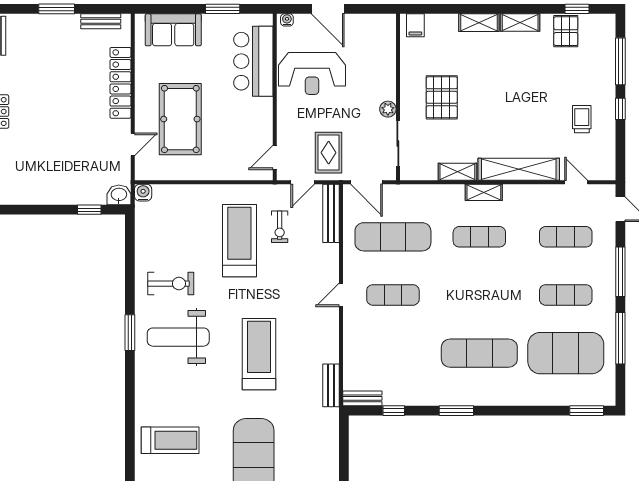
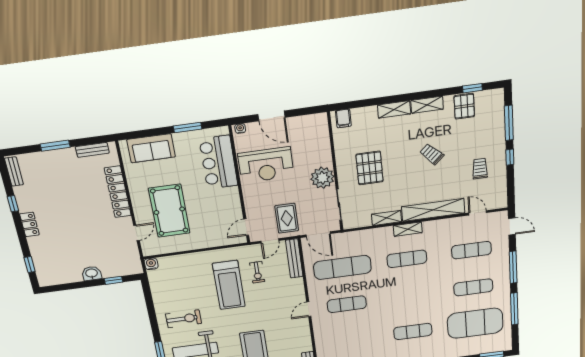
trolley: (522, 90) -> (432, 154), added
plant: (388, 109) -> (322, 178), width x1.88, depth x1.88
washbasin: (119, 195) -> (92, 273), moved
treadmill: (239, 241) -> (229, 285), turned 180
exercise mat: (479, 353) -> (413, 331), width x0.73, depth x0.69

